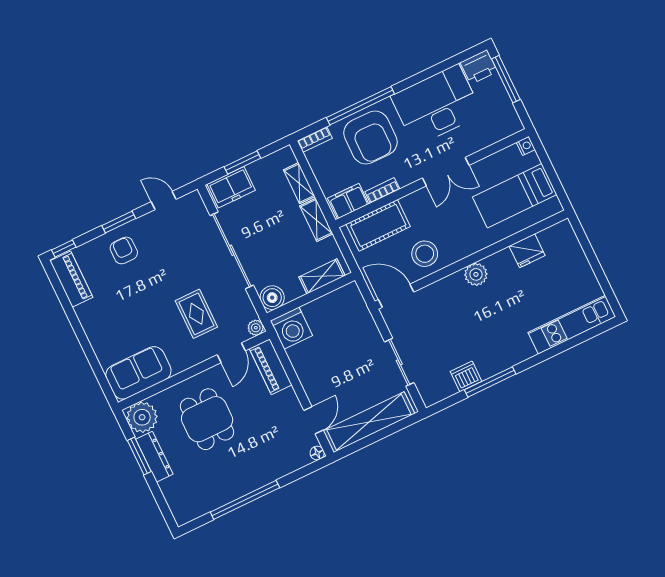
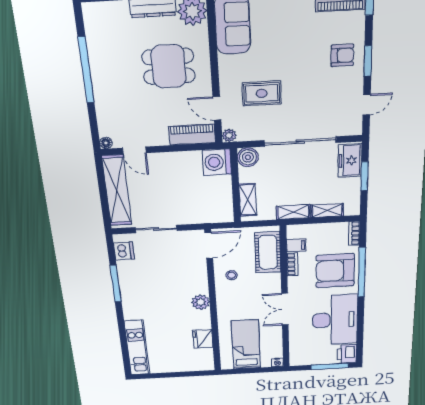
filing cabinet: (348, 201) -> (296, 245), width x0.50
stool: (425, 254) -> (232, 275), width x0.53, depth x0.53
dishwasher: (466, 376) -> (124, 251), moved

